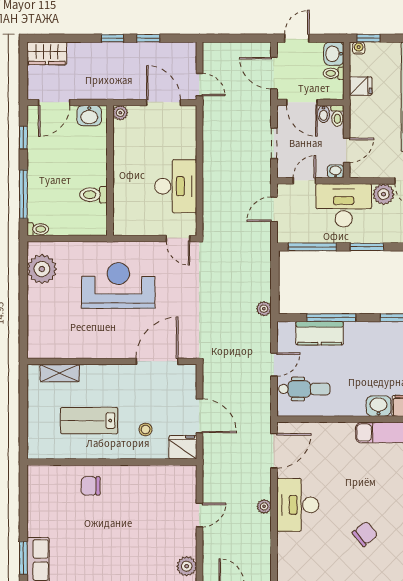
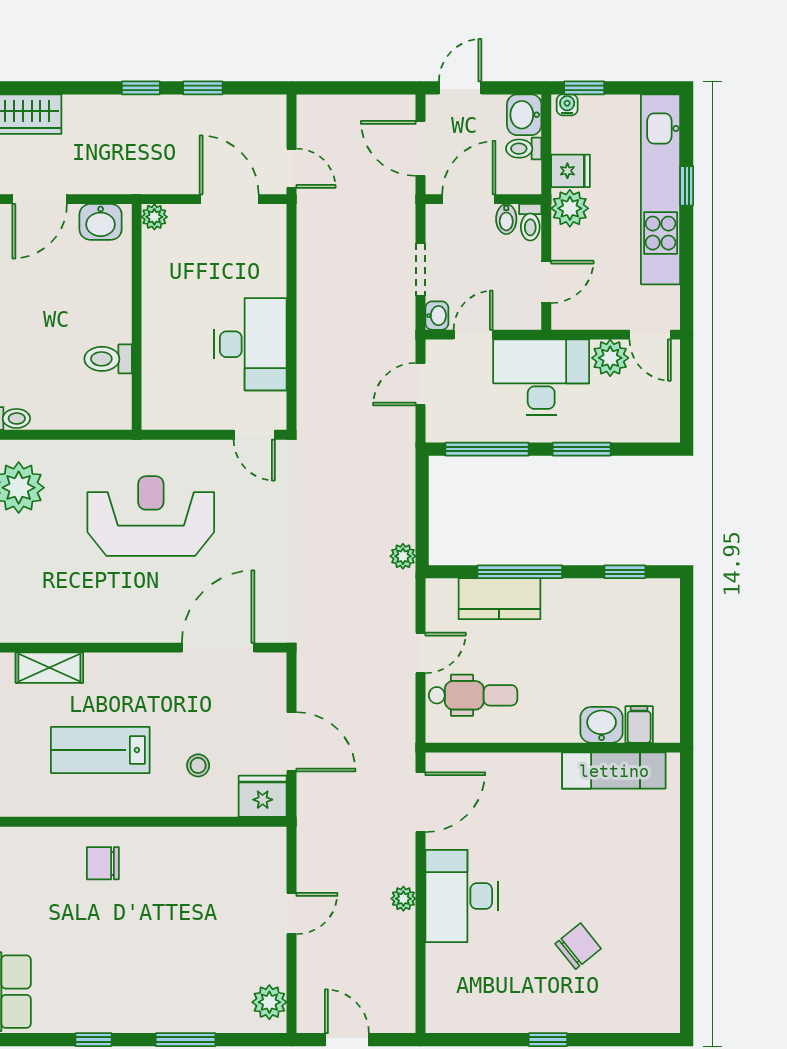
door: (302, 102) -> (469, 199), swing flipped
plant: (360, 108) -> (570, 208), added
washbasin: (336, 171) -> (437, 316), moved, turned 90

